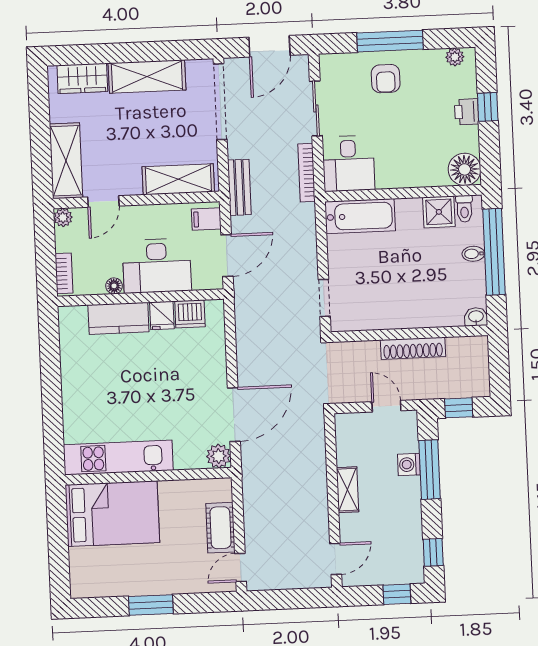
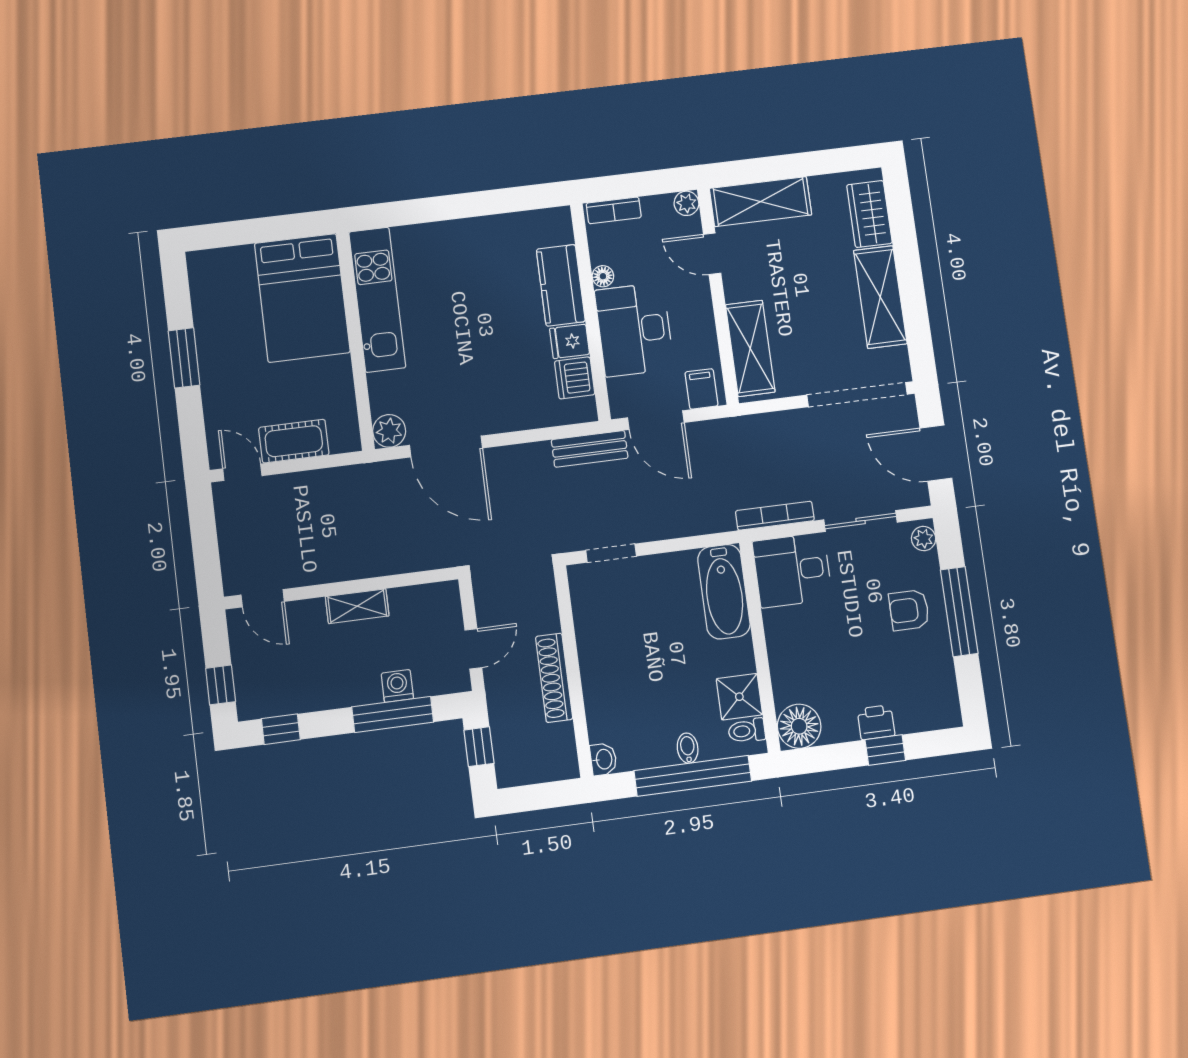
plant: (455, 57) -> (924, 539), moved
bench: (239, 187) -> (590, 449), moved

